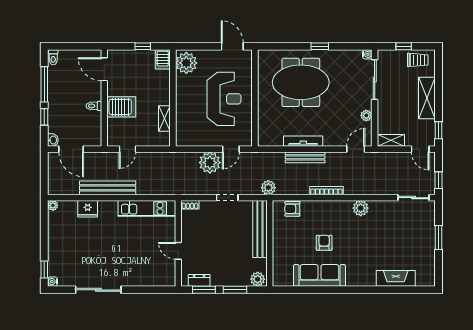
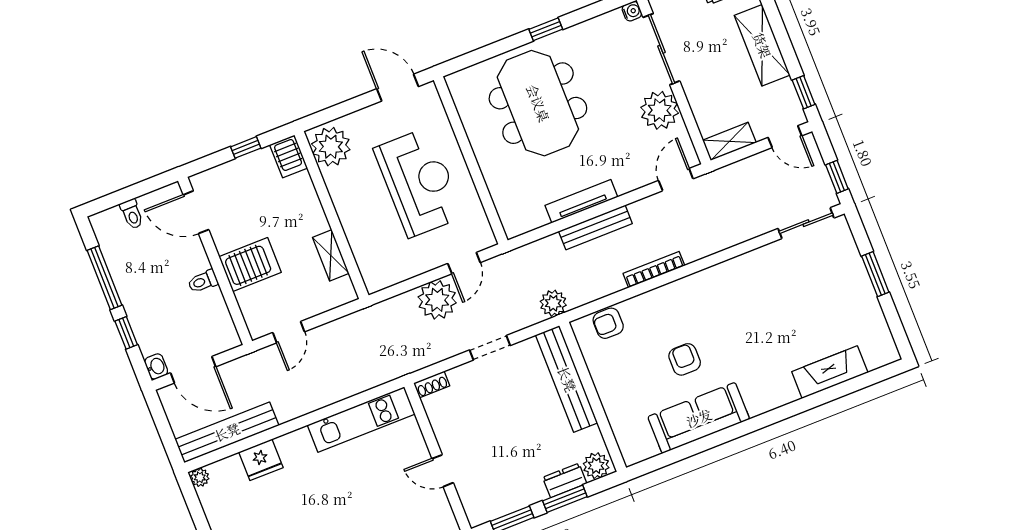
toilet: (53, 57) -> (132, 214), moved
meeting table: (301, 82) -> (538, 103), turned 90
plant: (366, 115) -> (660, 110), width x1.87, depth x1.87
bench: (108, 188) -> (227, 432), moved
plant: (361, 208) -> (723, 276), removed
dresser: (199, 280) -> (565, 480), moved

